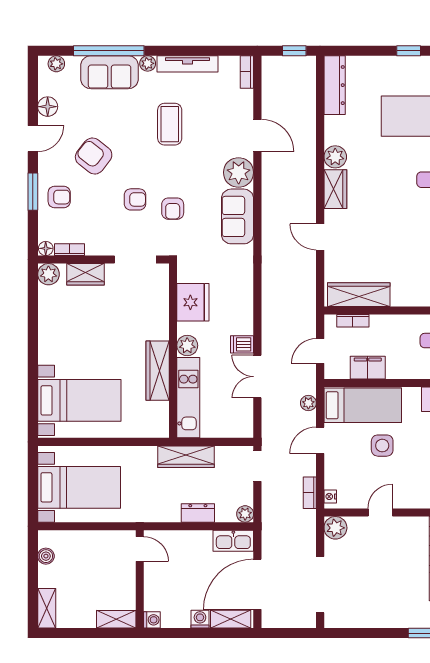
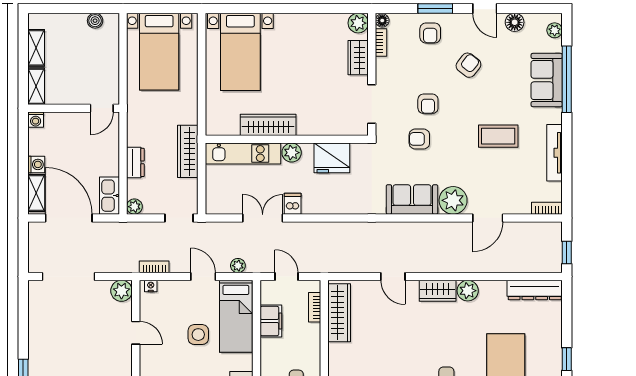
plant: (148, 63) -> (555, 116), removed
armchair: (94, 156) -> (468, 65), width x0.72, depth x0.72
door: (320, 237) -> (393, 277), swing flipped
shelving: (47, 608) -> (36, 48), moved, turned 90

